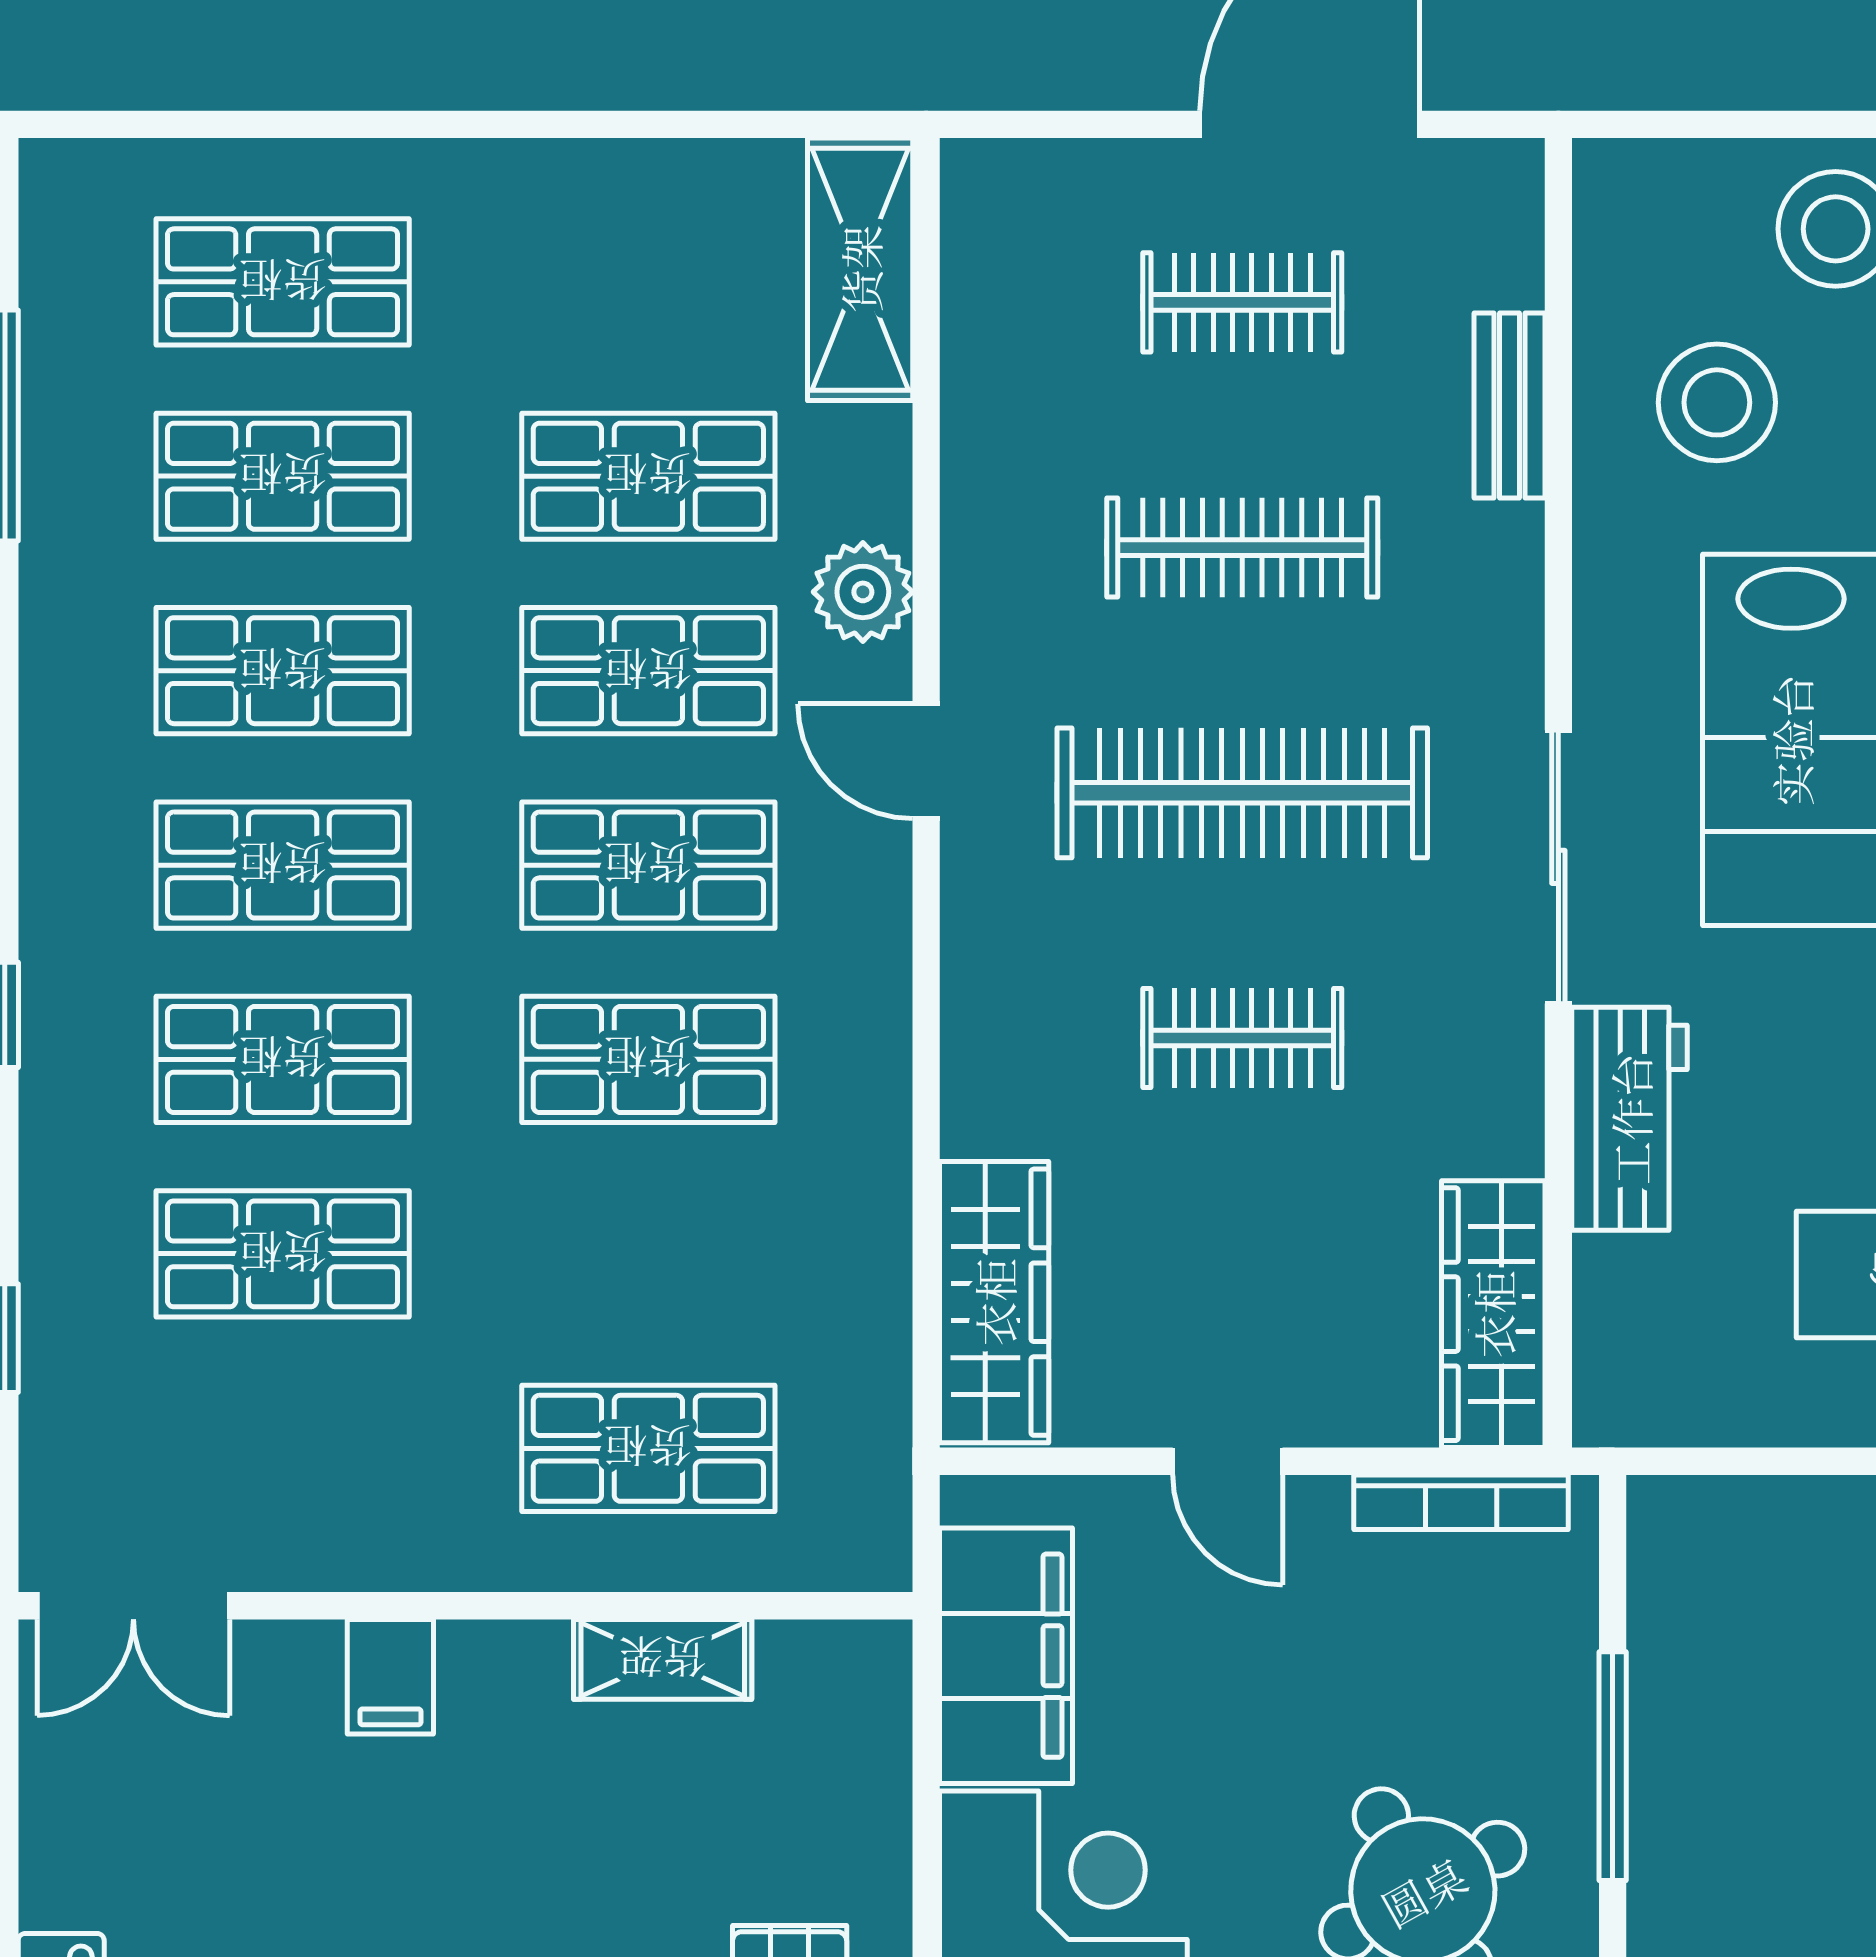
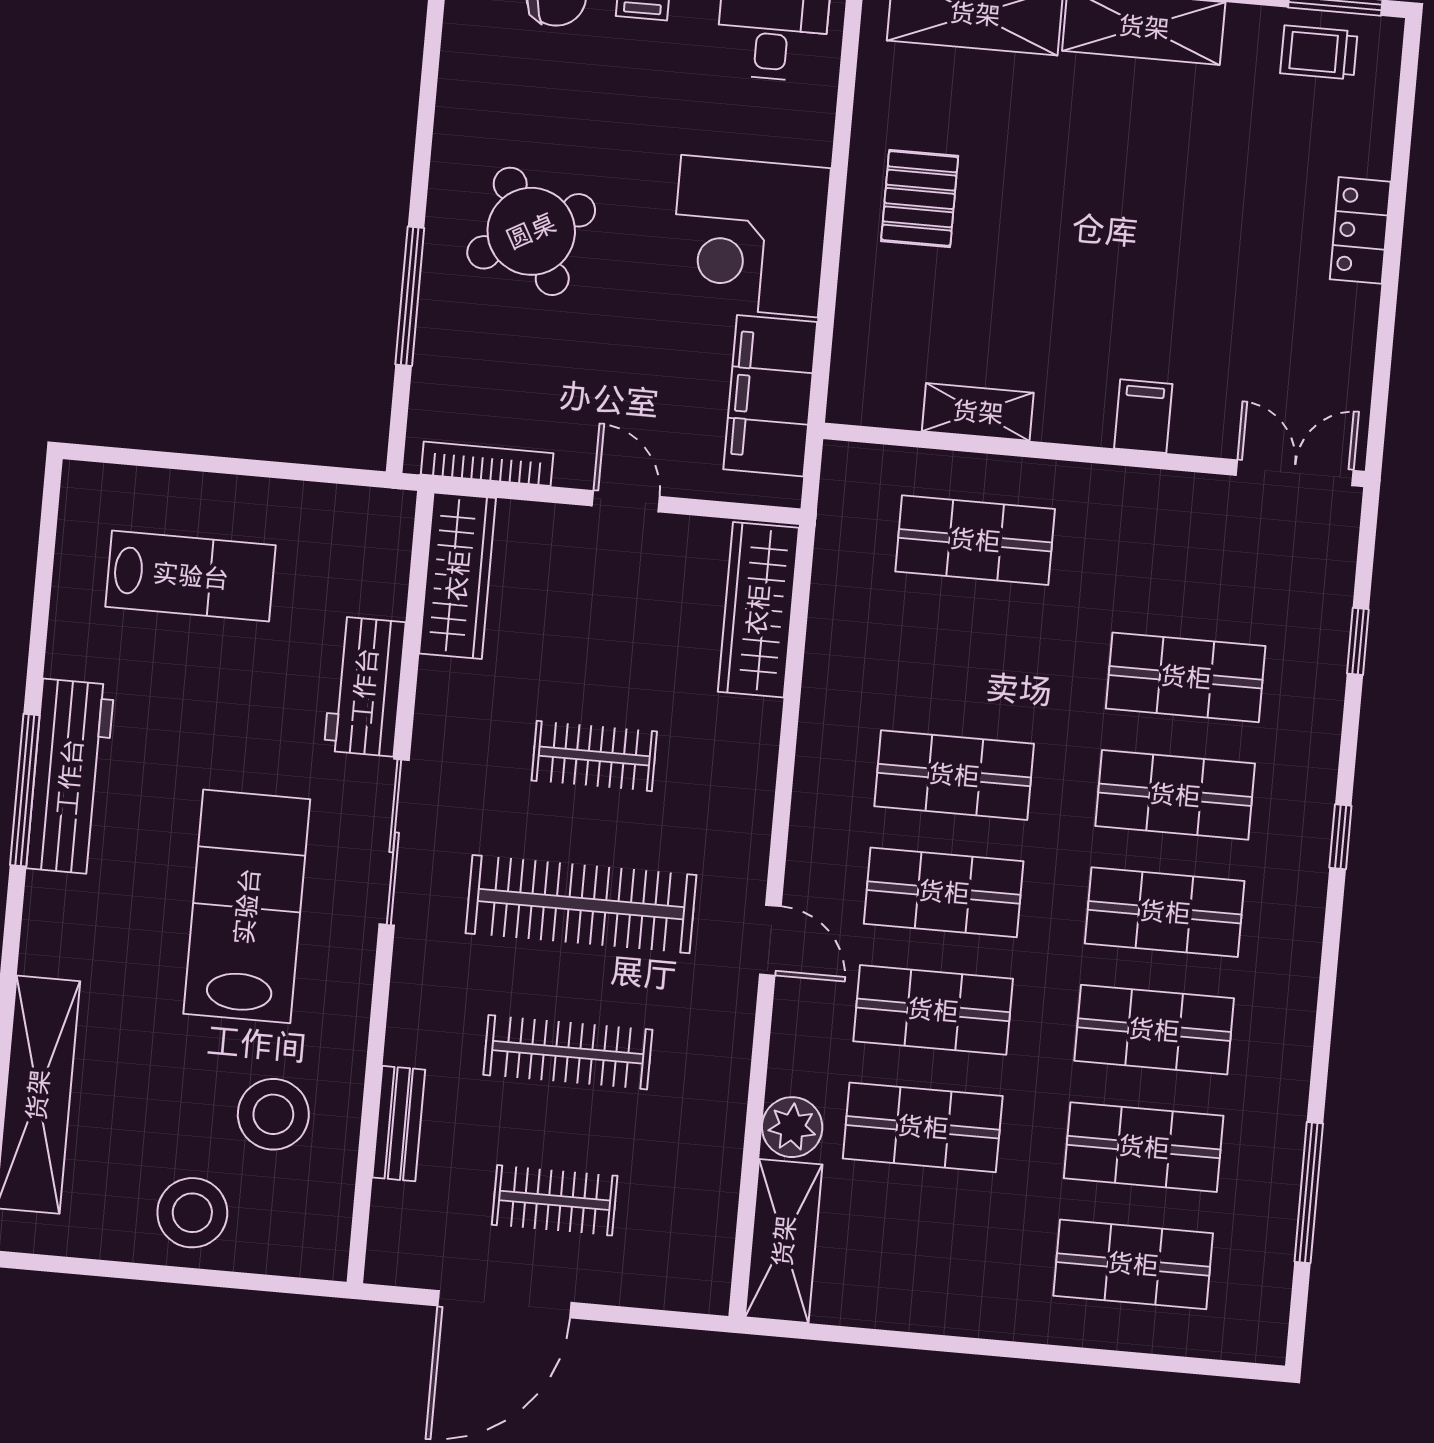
plant: (863, 592) -> (792, 1127), moved

